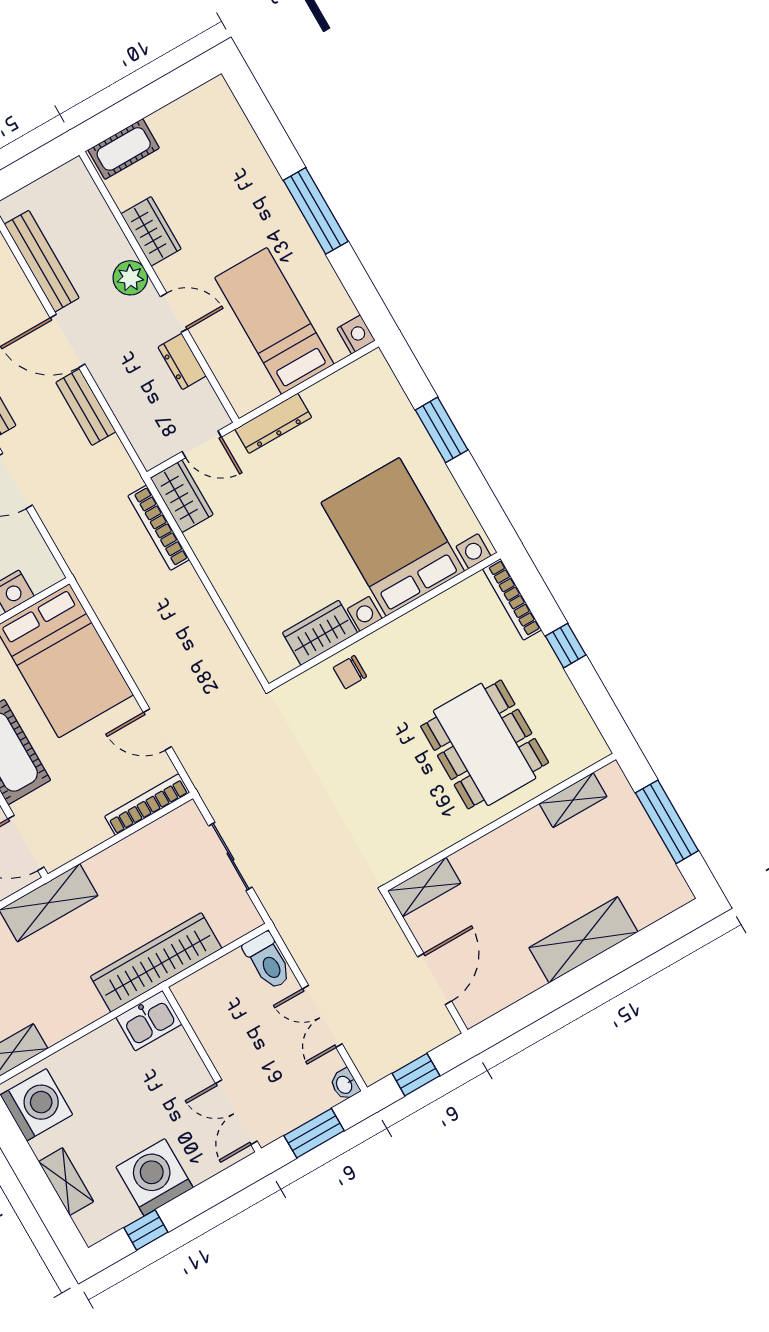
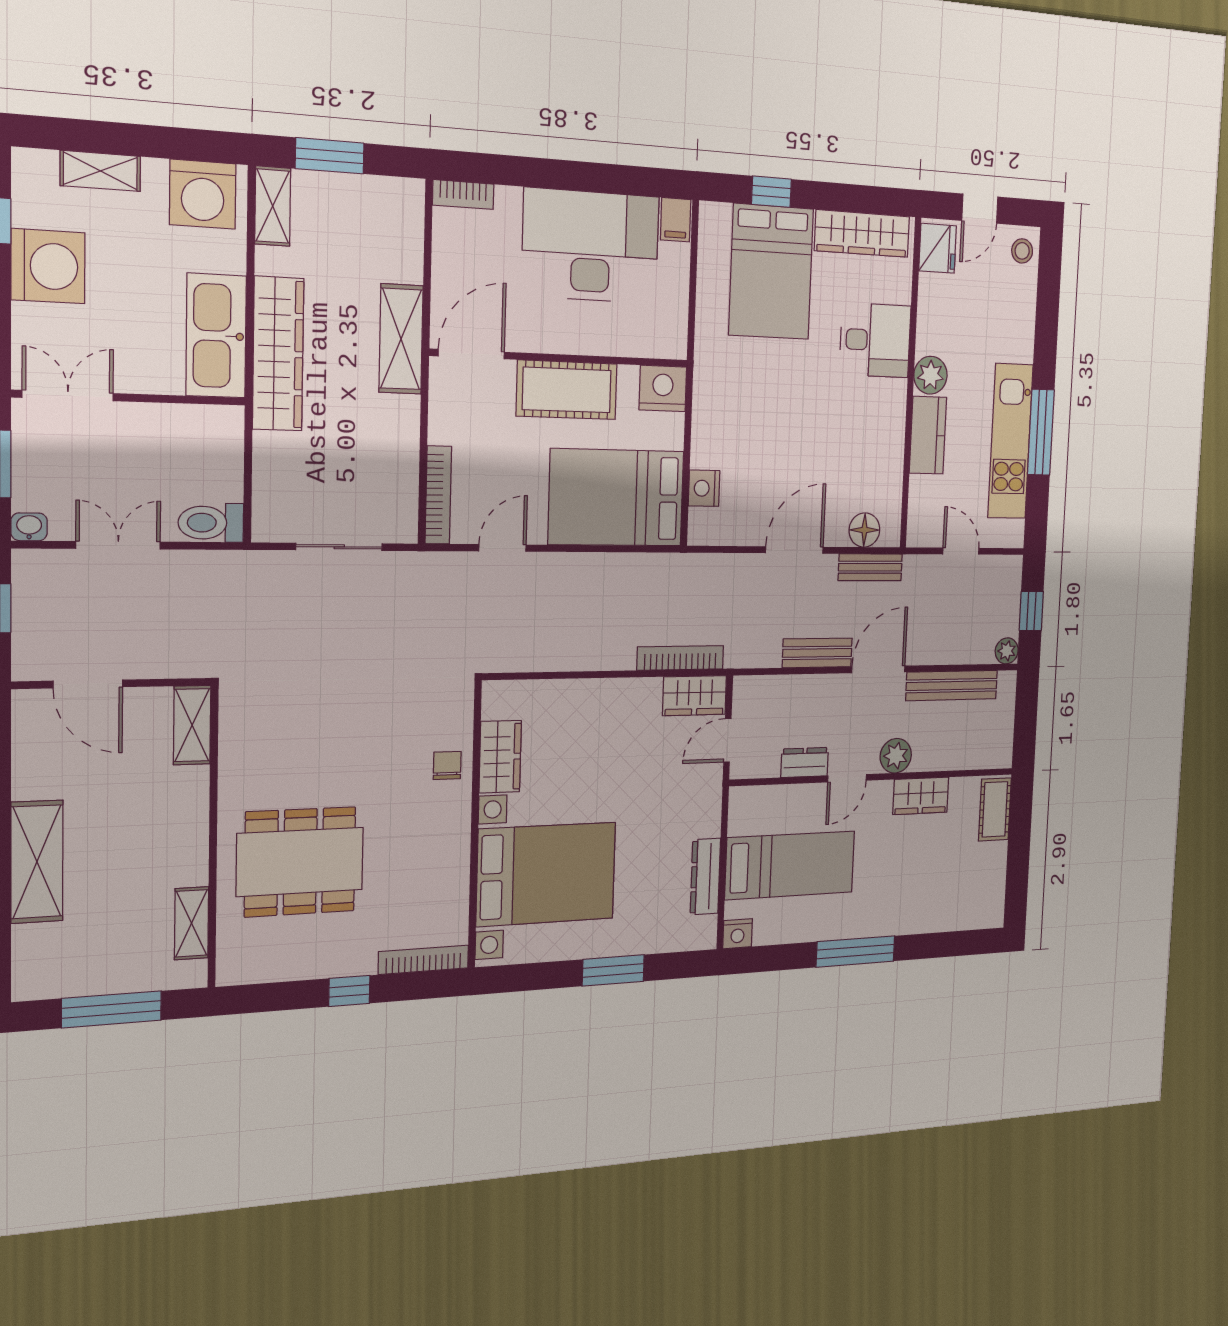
dresser: (273, 423) -> (705, 876), moved
wardrobe: (156, 962) -> (278, 354), moved
kitchen sink: (149, 1021) -> (216, 336), width x1.88, depth x1.24

